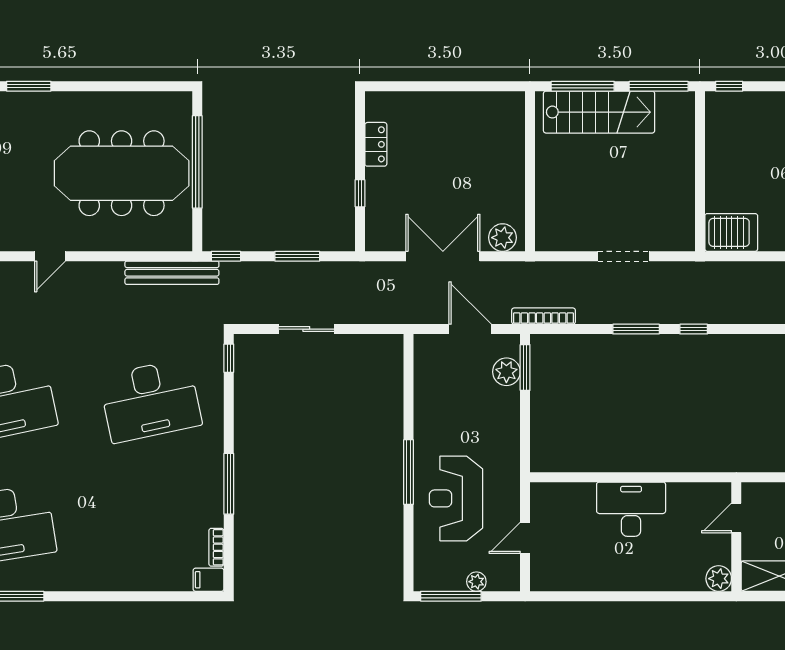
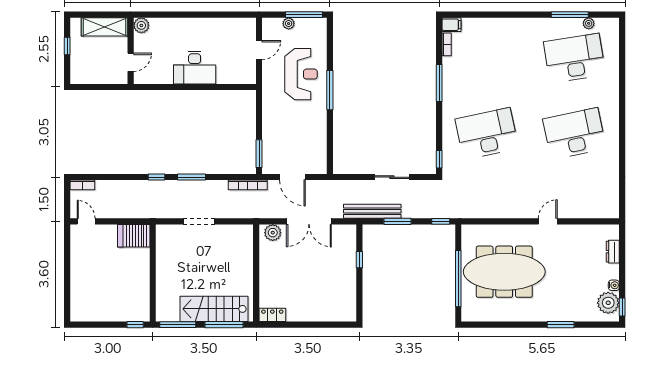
locker: (376, 144) -> (272, 315), moved, turned 90
bench: (172, 273) -> (372, 211), moved
plant: (506, 372) -> (270, 151), removed

